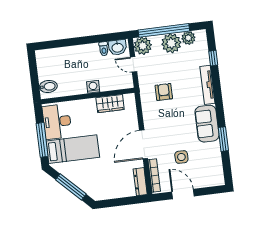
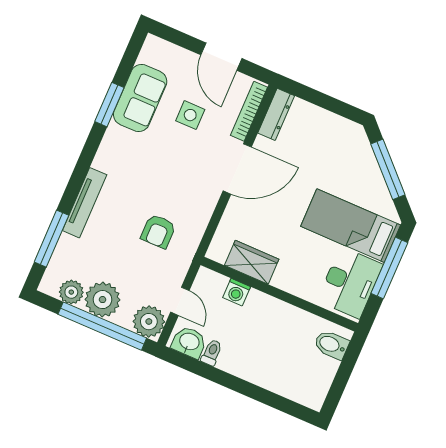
window: (213, 58) -> (51, 239), width x2.17
washing machine: (93, 87) -> (237, 292), moved
sofa: (207, 124) -> (140, 98), moved

